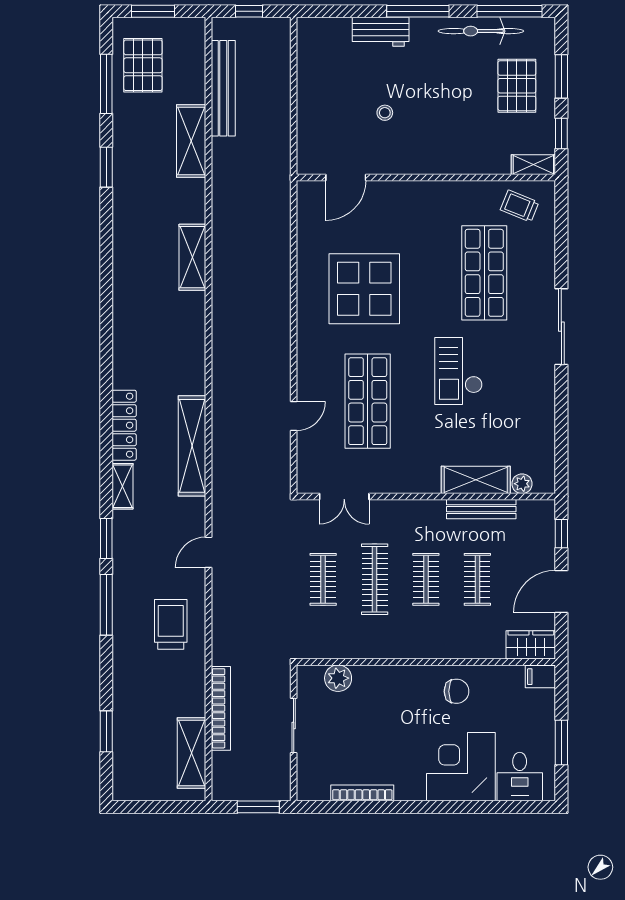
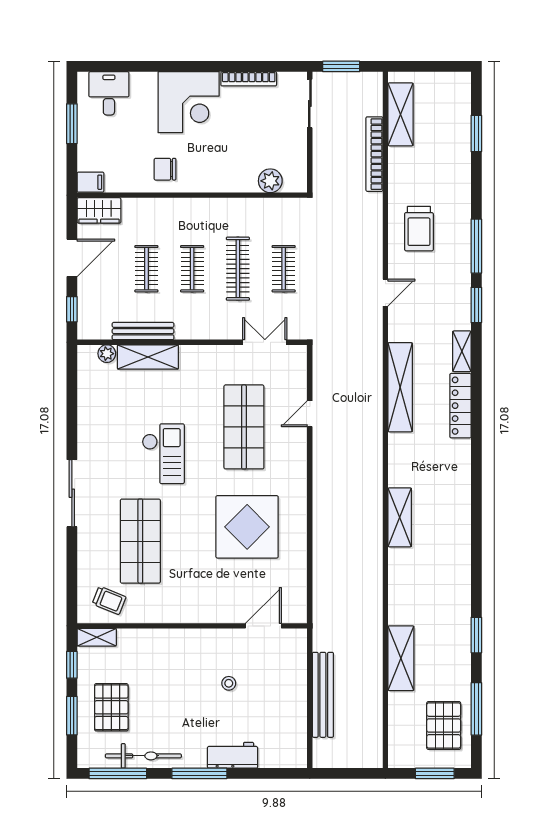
window: (249, 11) -> (349, 773), removed
bench: (223, 88) -> (323, 695), moved
shelving: (192, 257) -> (400, 517), moved
sliding door: (294, 726) -> (310, 104), moved
corner desk: (461, 767) -> (189, 102), moved

